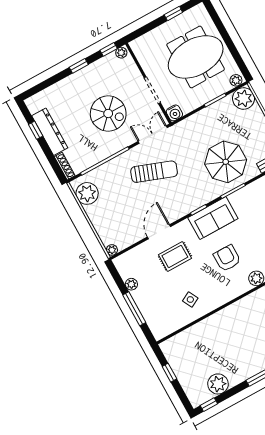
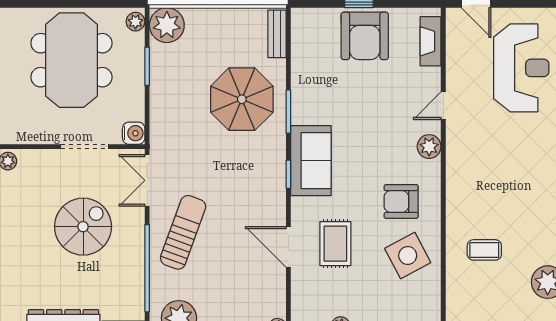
sun lounger: (154, 172) -> (183, 232), moved
armchair: (227, 258) -> (401, 202), moved
side table: (190, 299) -> (408, 256), width x1.87, depth x1.87
coffee table: (216, 340) -> (484, 250), added

